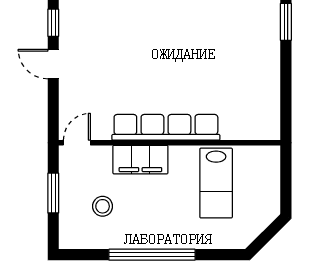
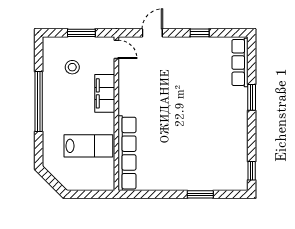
door: (53, 64) -> (152, 33), moved
row of seats: (166, 127) -> (127, 153), moved
lab bench: (216, 183) -> (88, 146), turned 180

